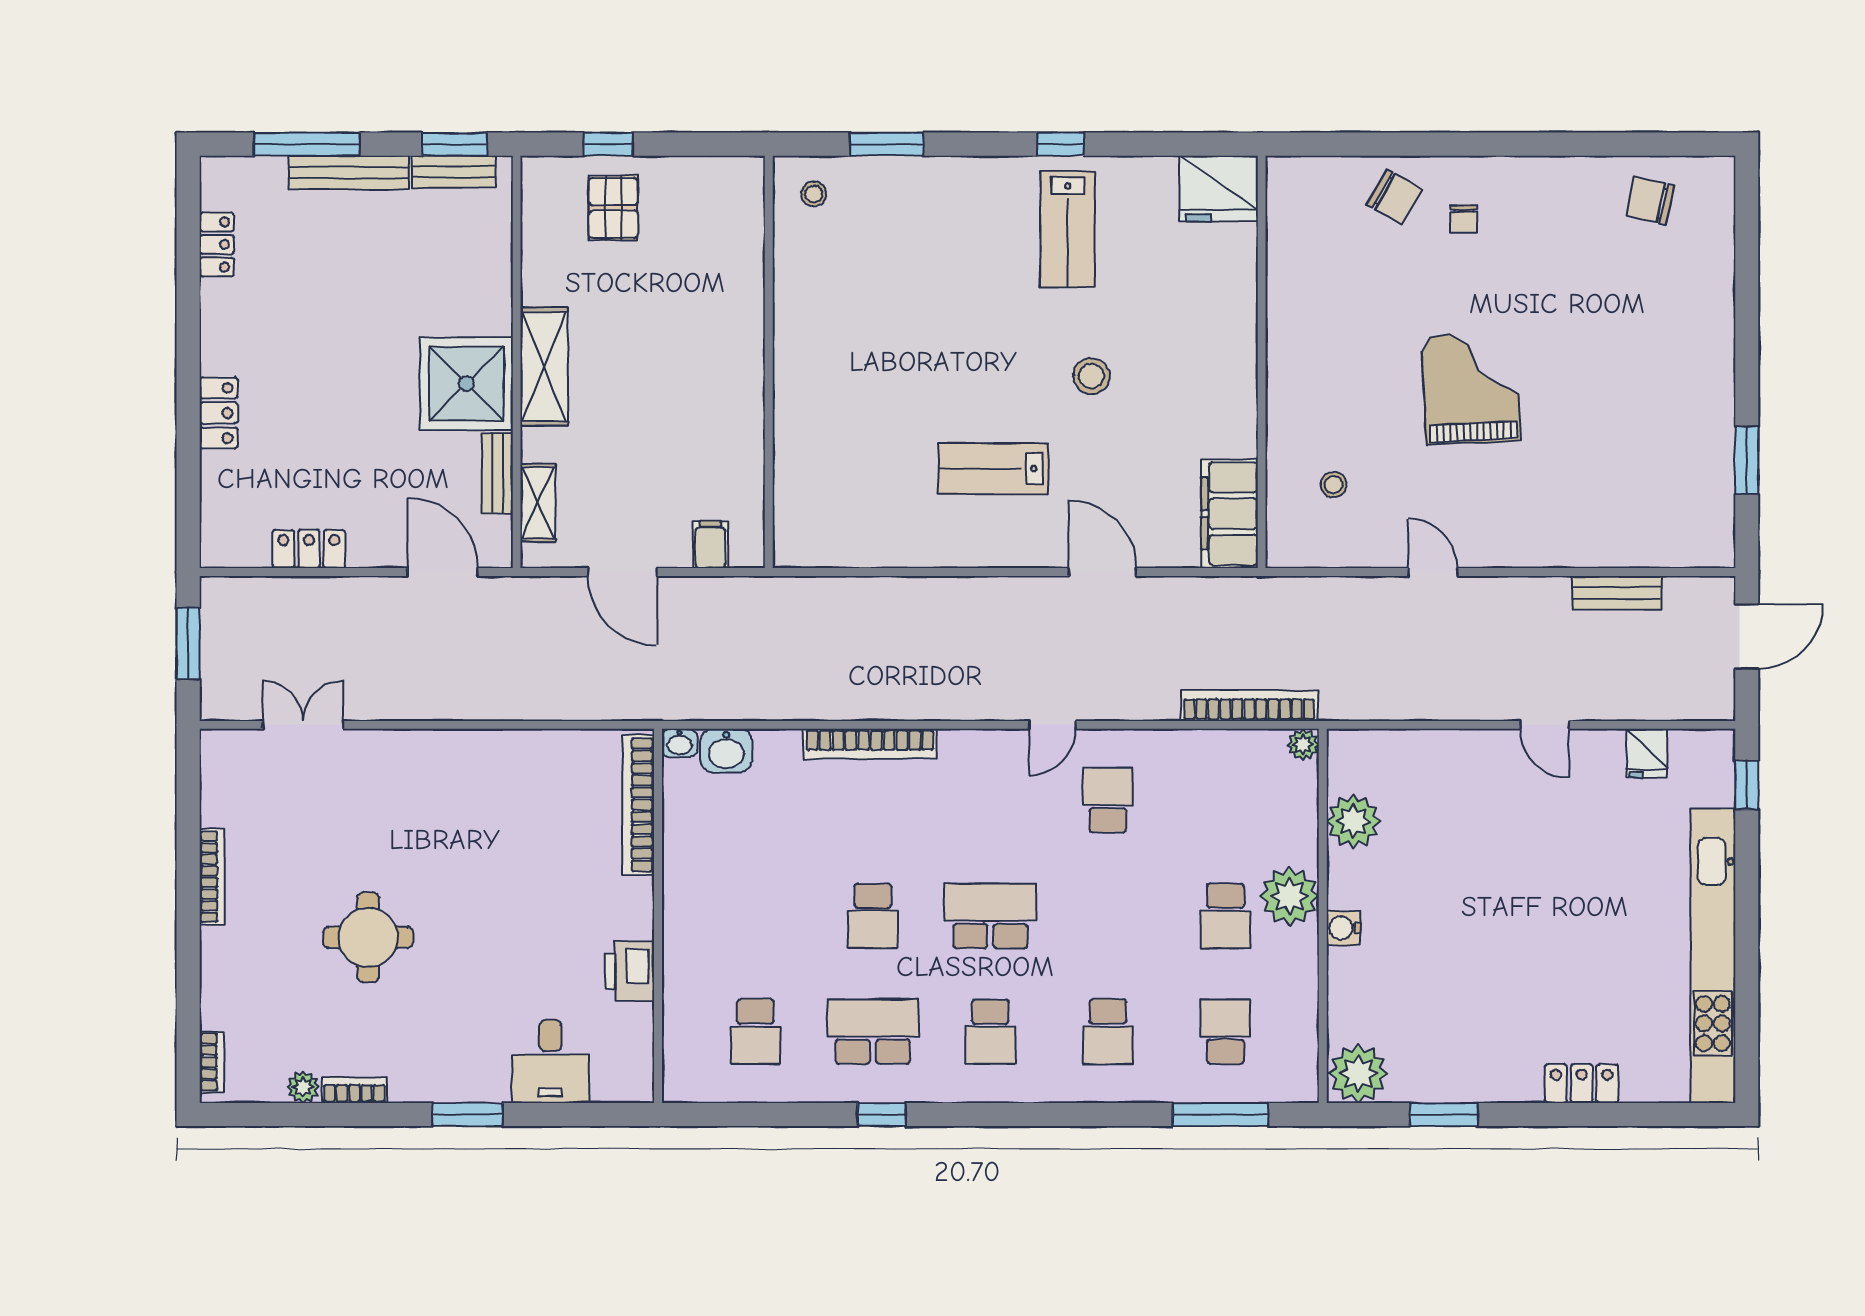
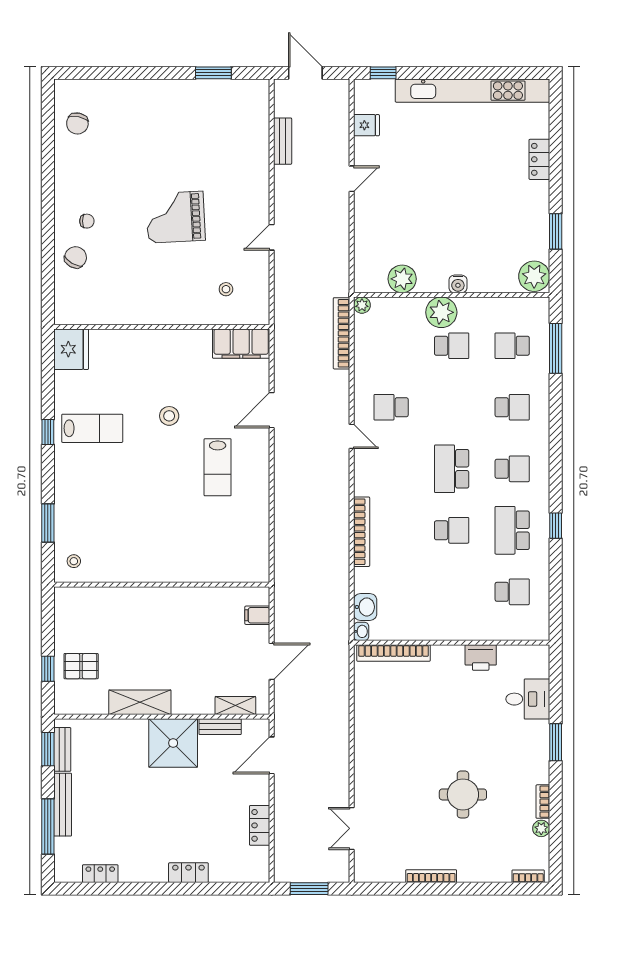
shelving: (544, 367) -> (140, 702), moved

